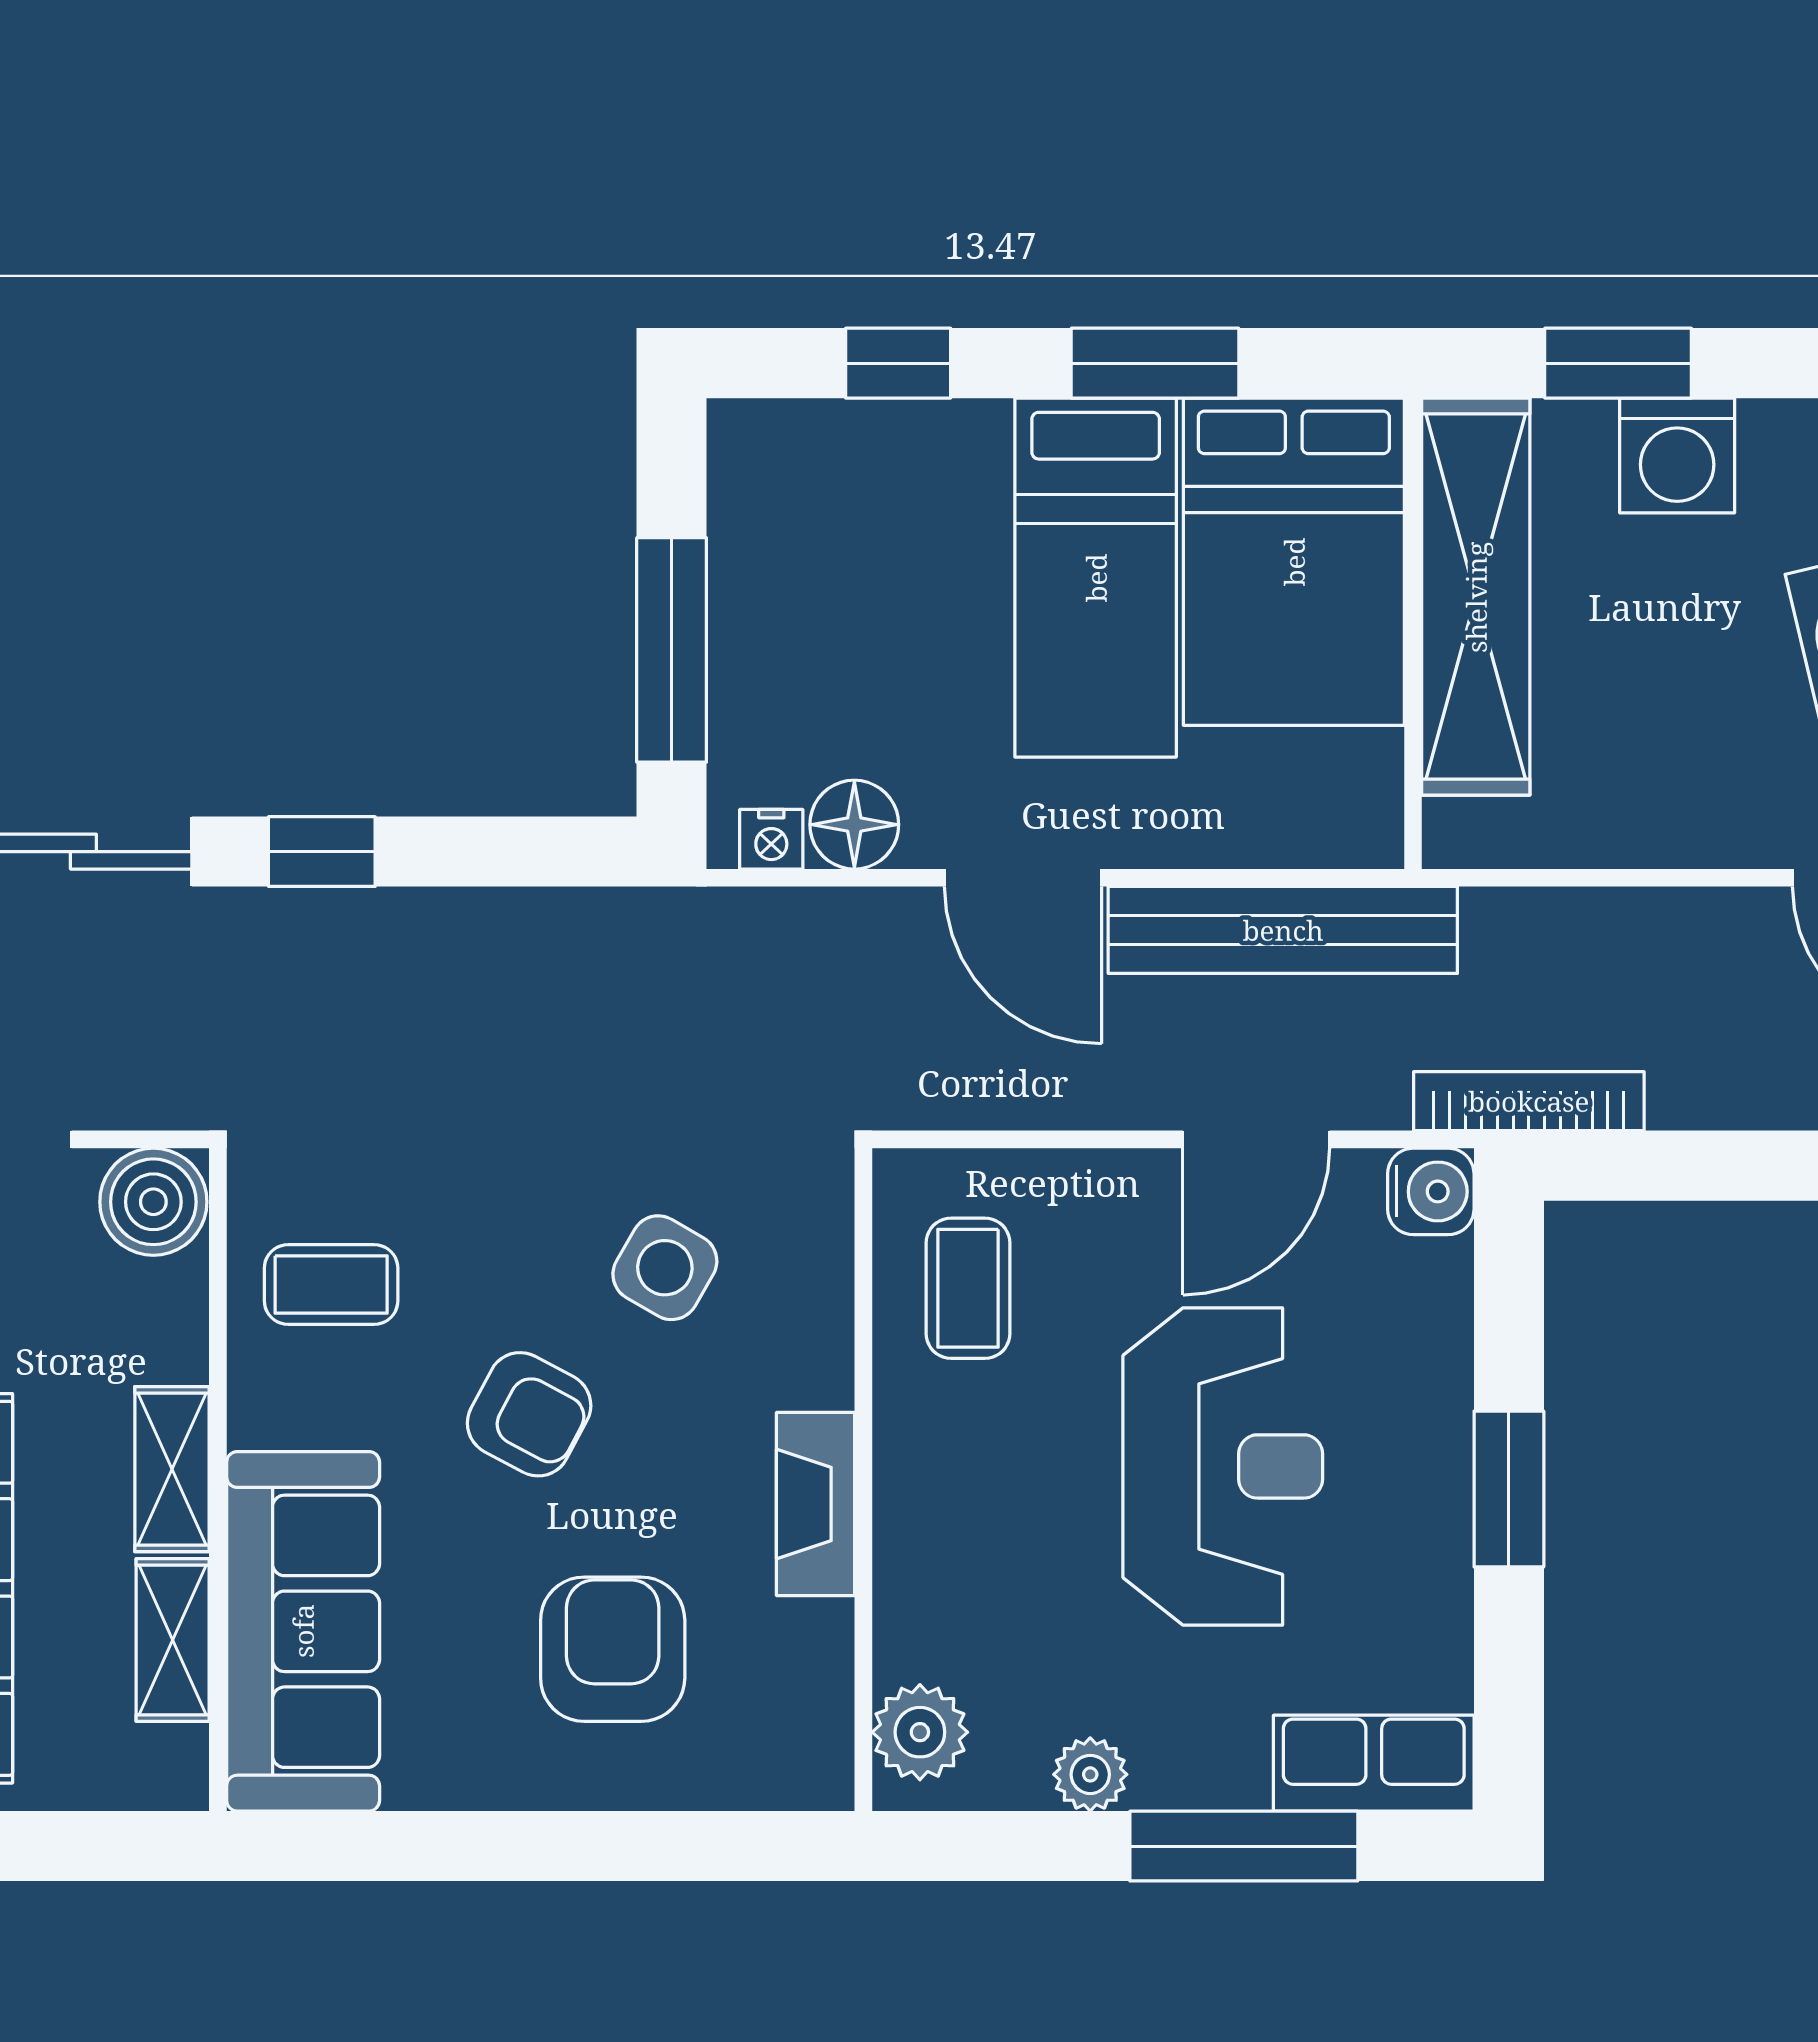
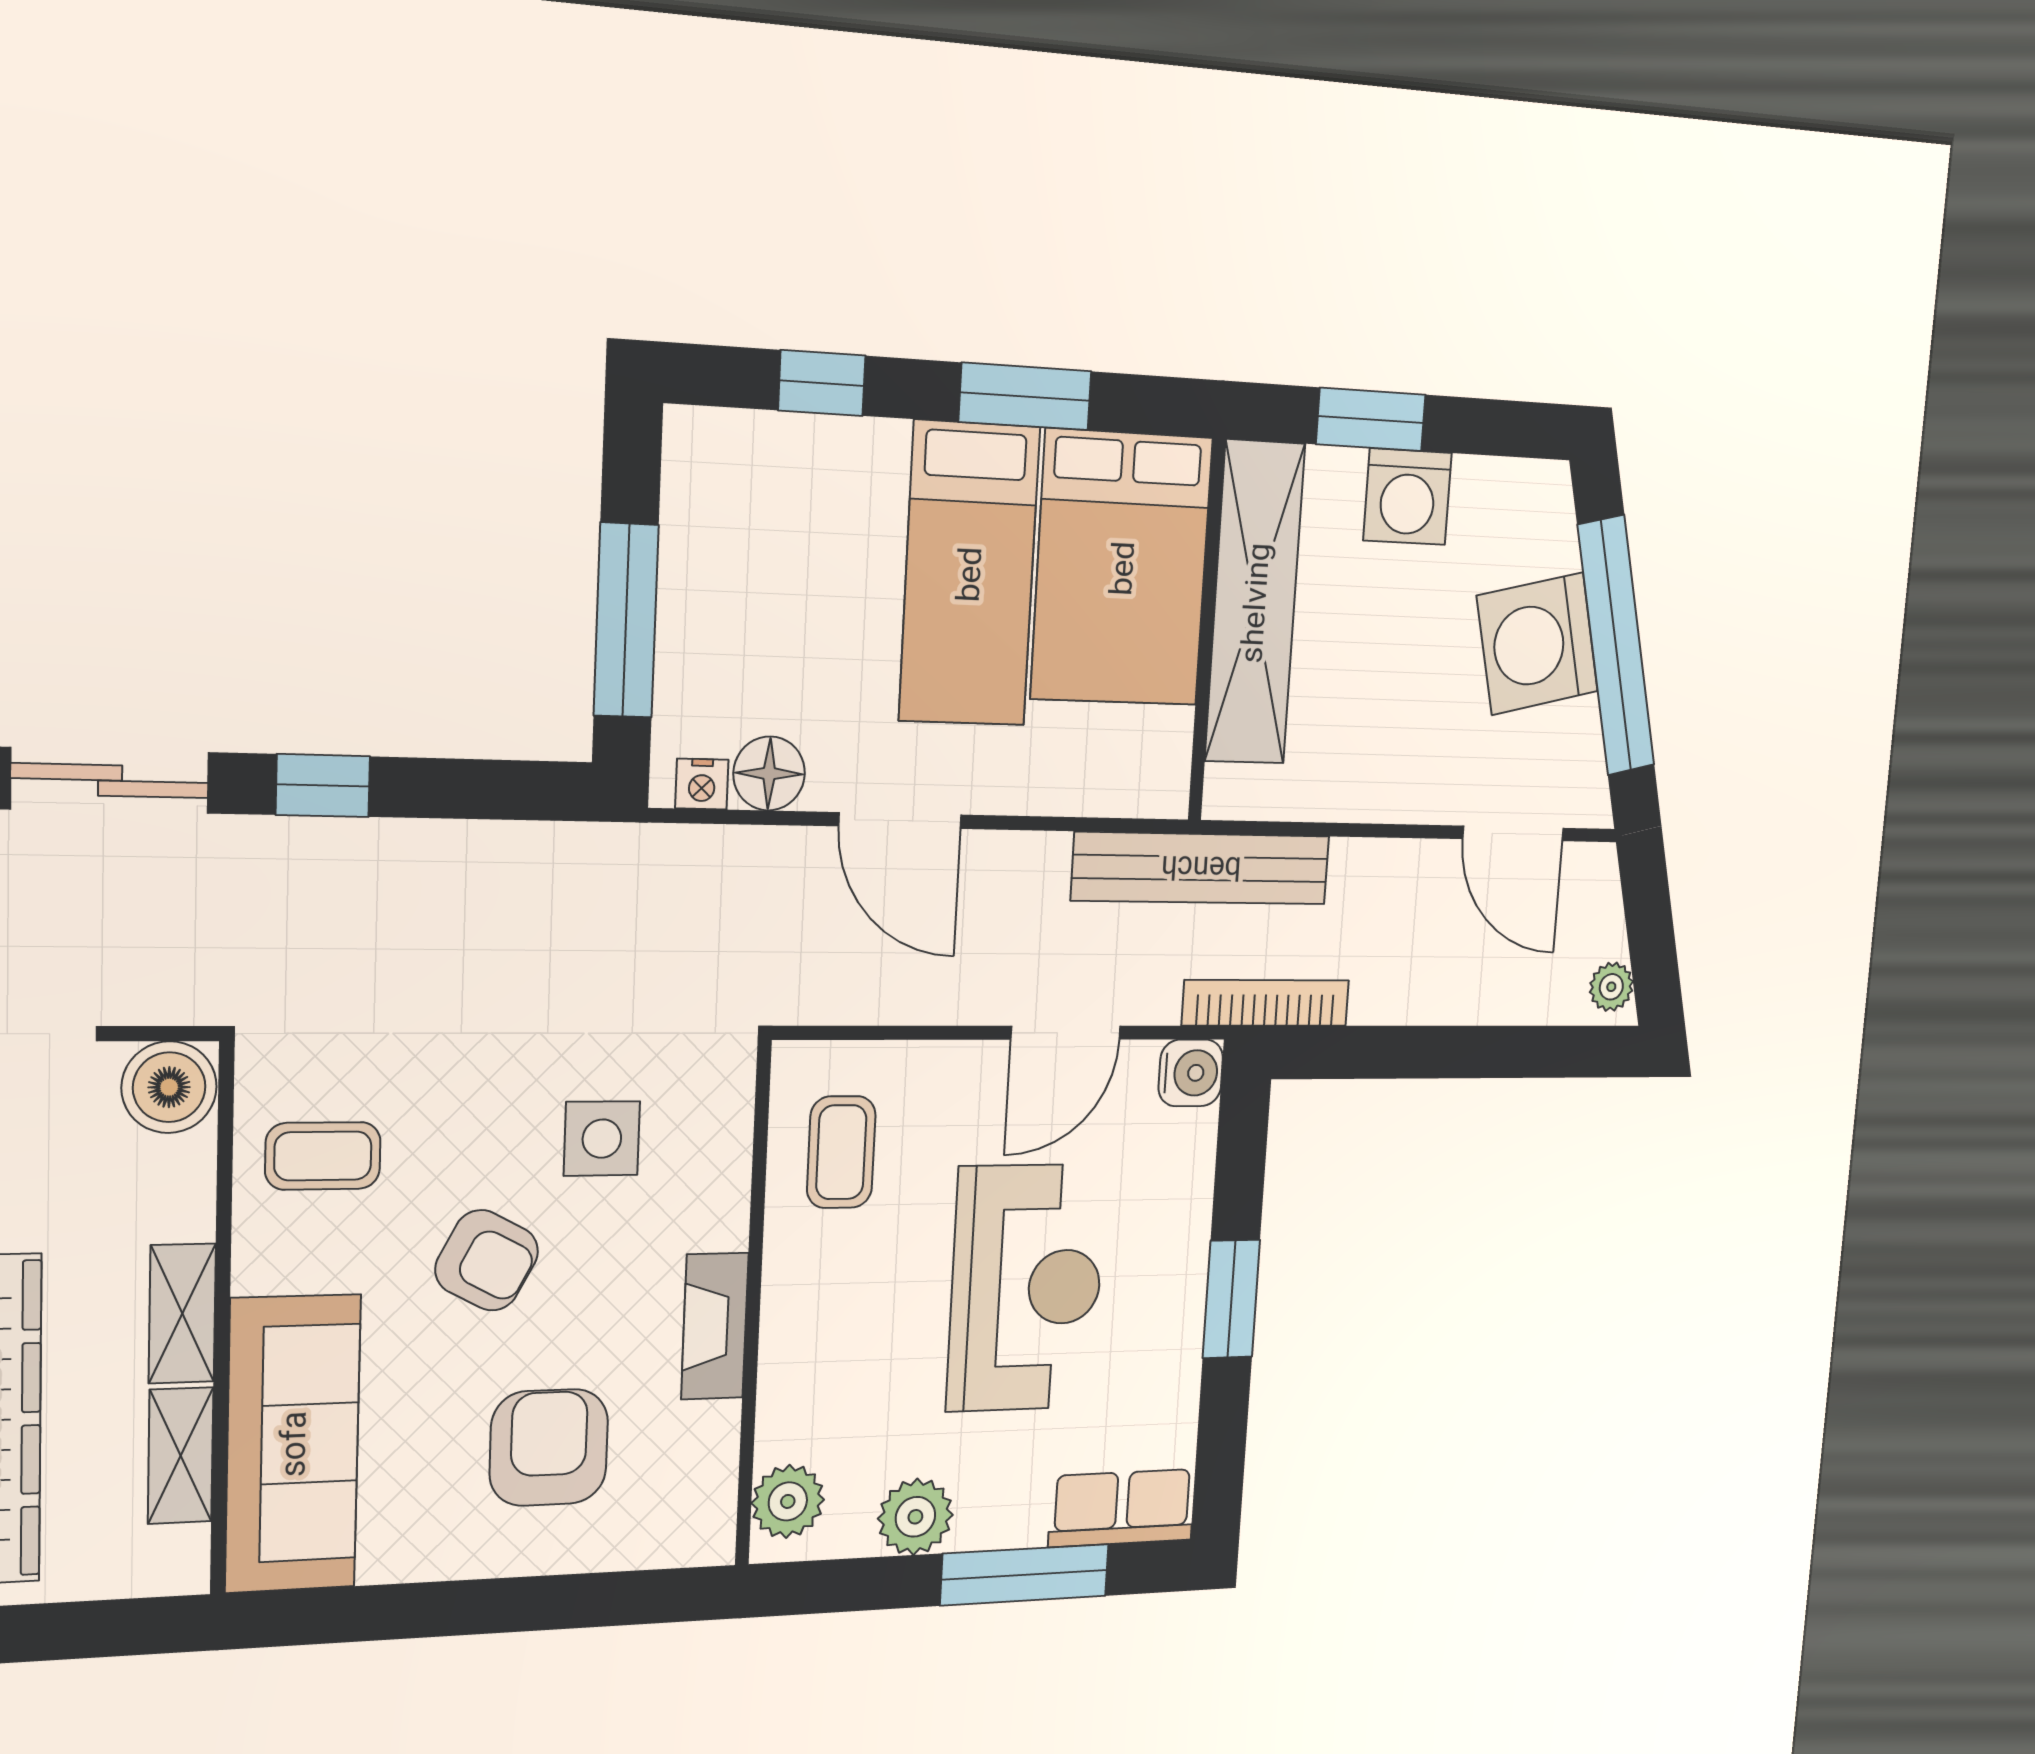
bench: (1283, 930) -> (1201, 868), moved
side table: (665, 1268) -> (602, 1139), turned -30
plant: (1090, 1774) -> (915, 1517), width x1.38, depth x1.38

